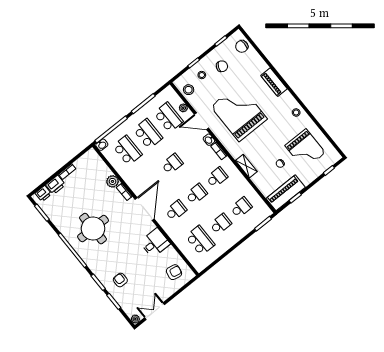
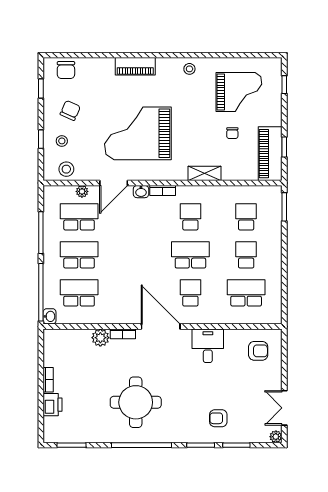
school desk: (172, 164) -> (135, 255), removed
printer: (43, 194) -> (51, 426), removed
school desk: (196, 194) -> (190, 255), width x1.85
armchair: (174, 272) -> (258, 351), turned 79

